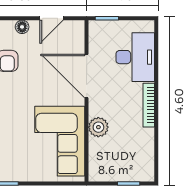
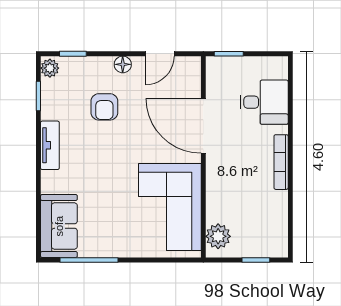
desk: (135, 57) -> (264, 102), width x0.73
plant: (98, 127) -> (218, 236), moved

